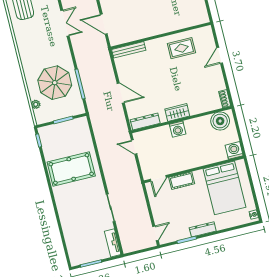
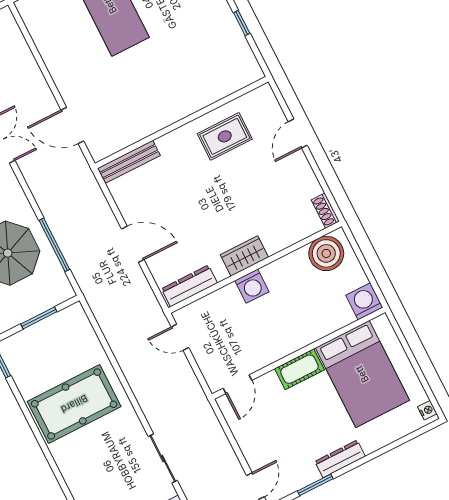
cot: (182, 181) -> (299, 369), moved

